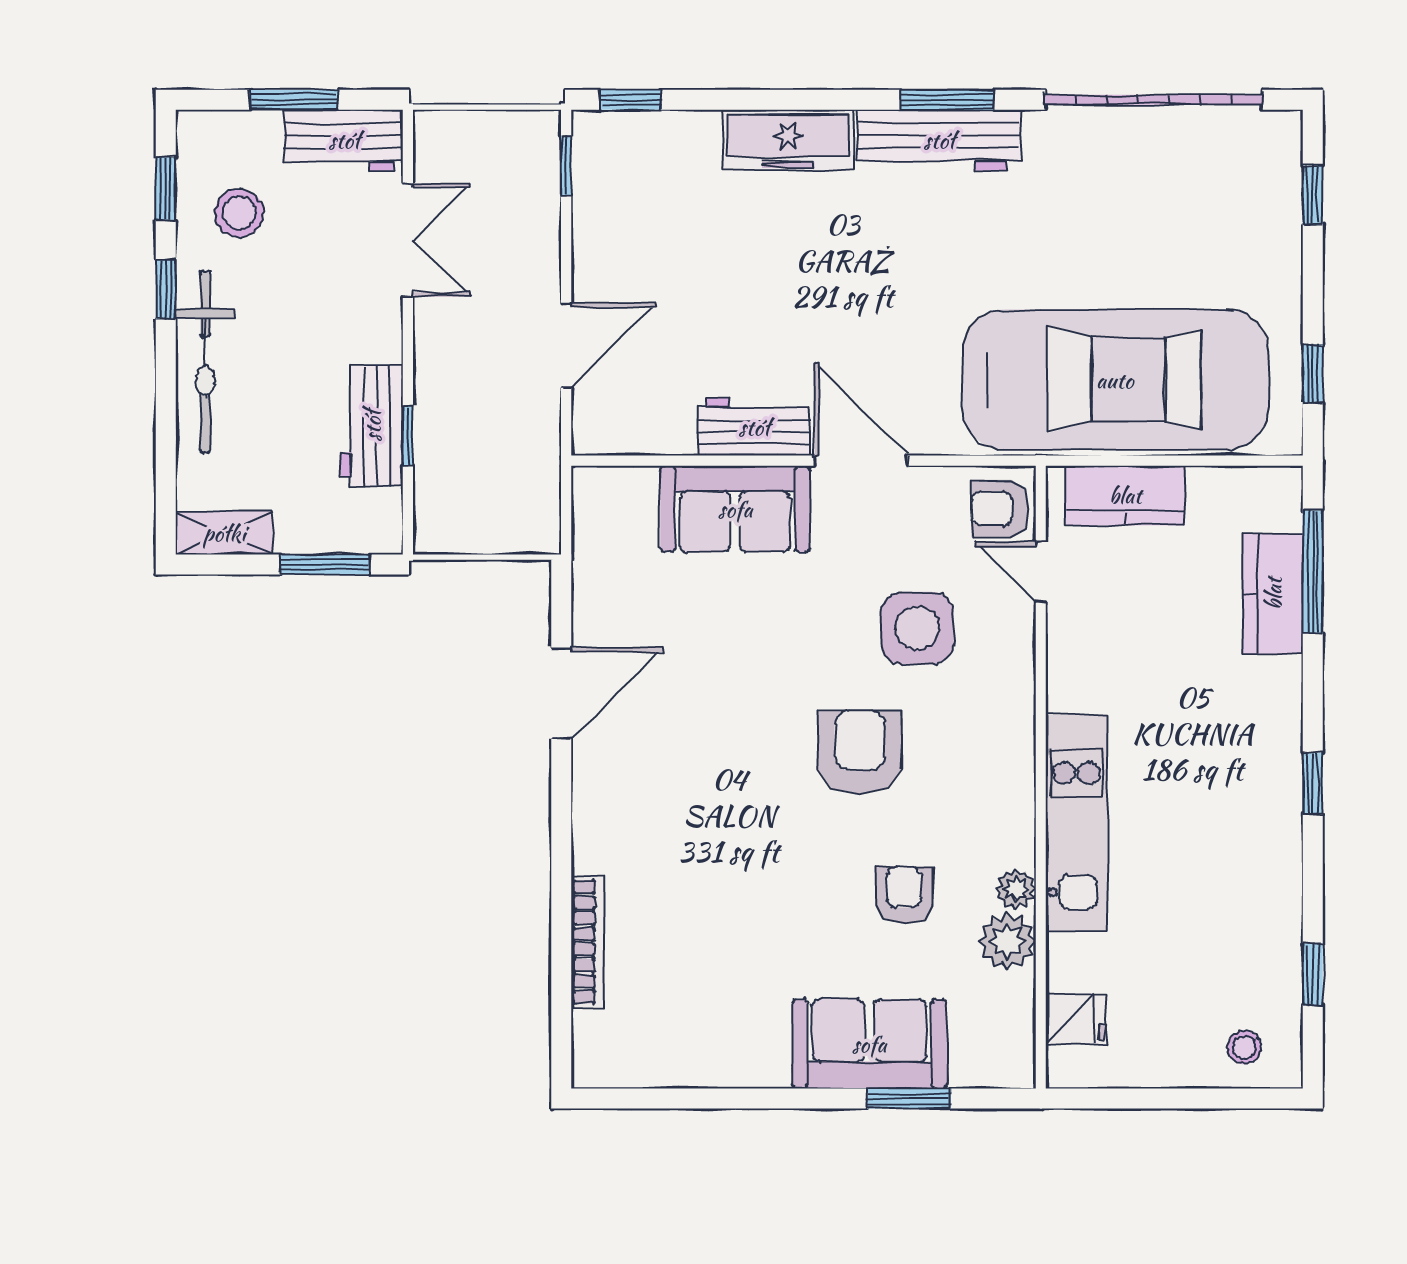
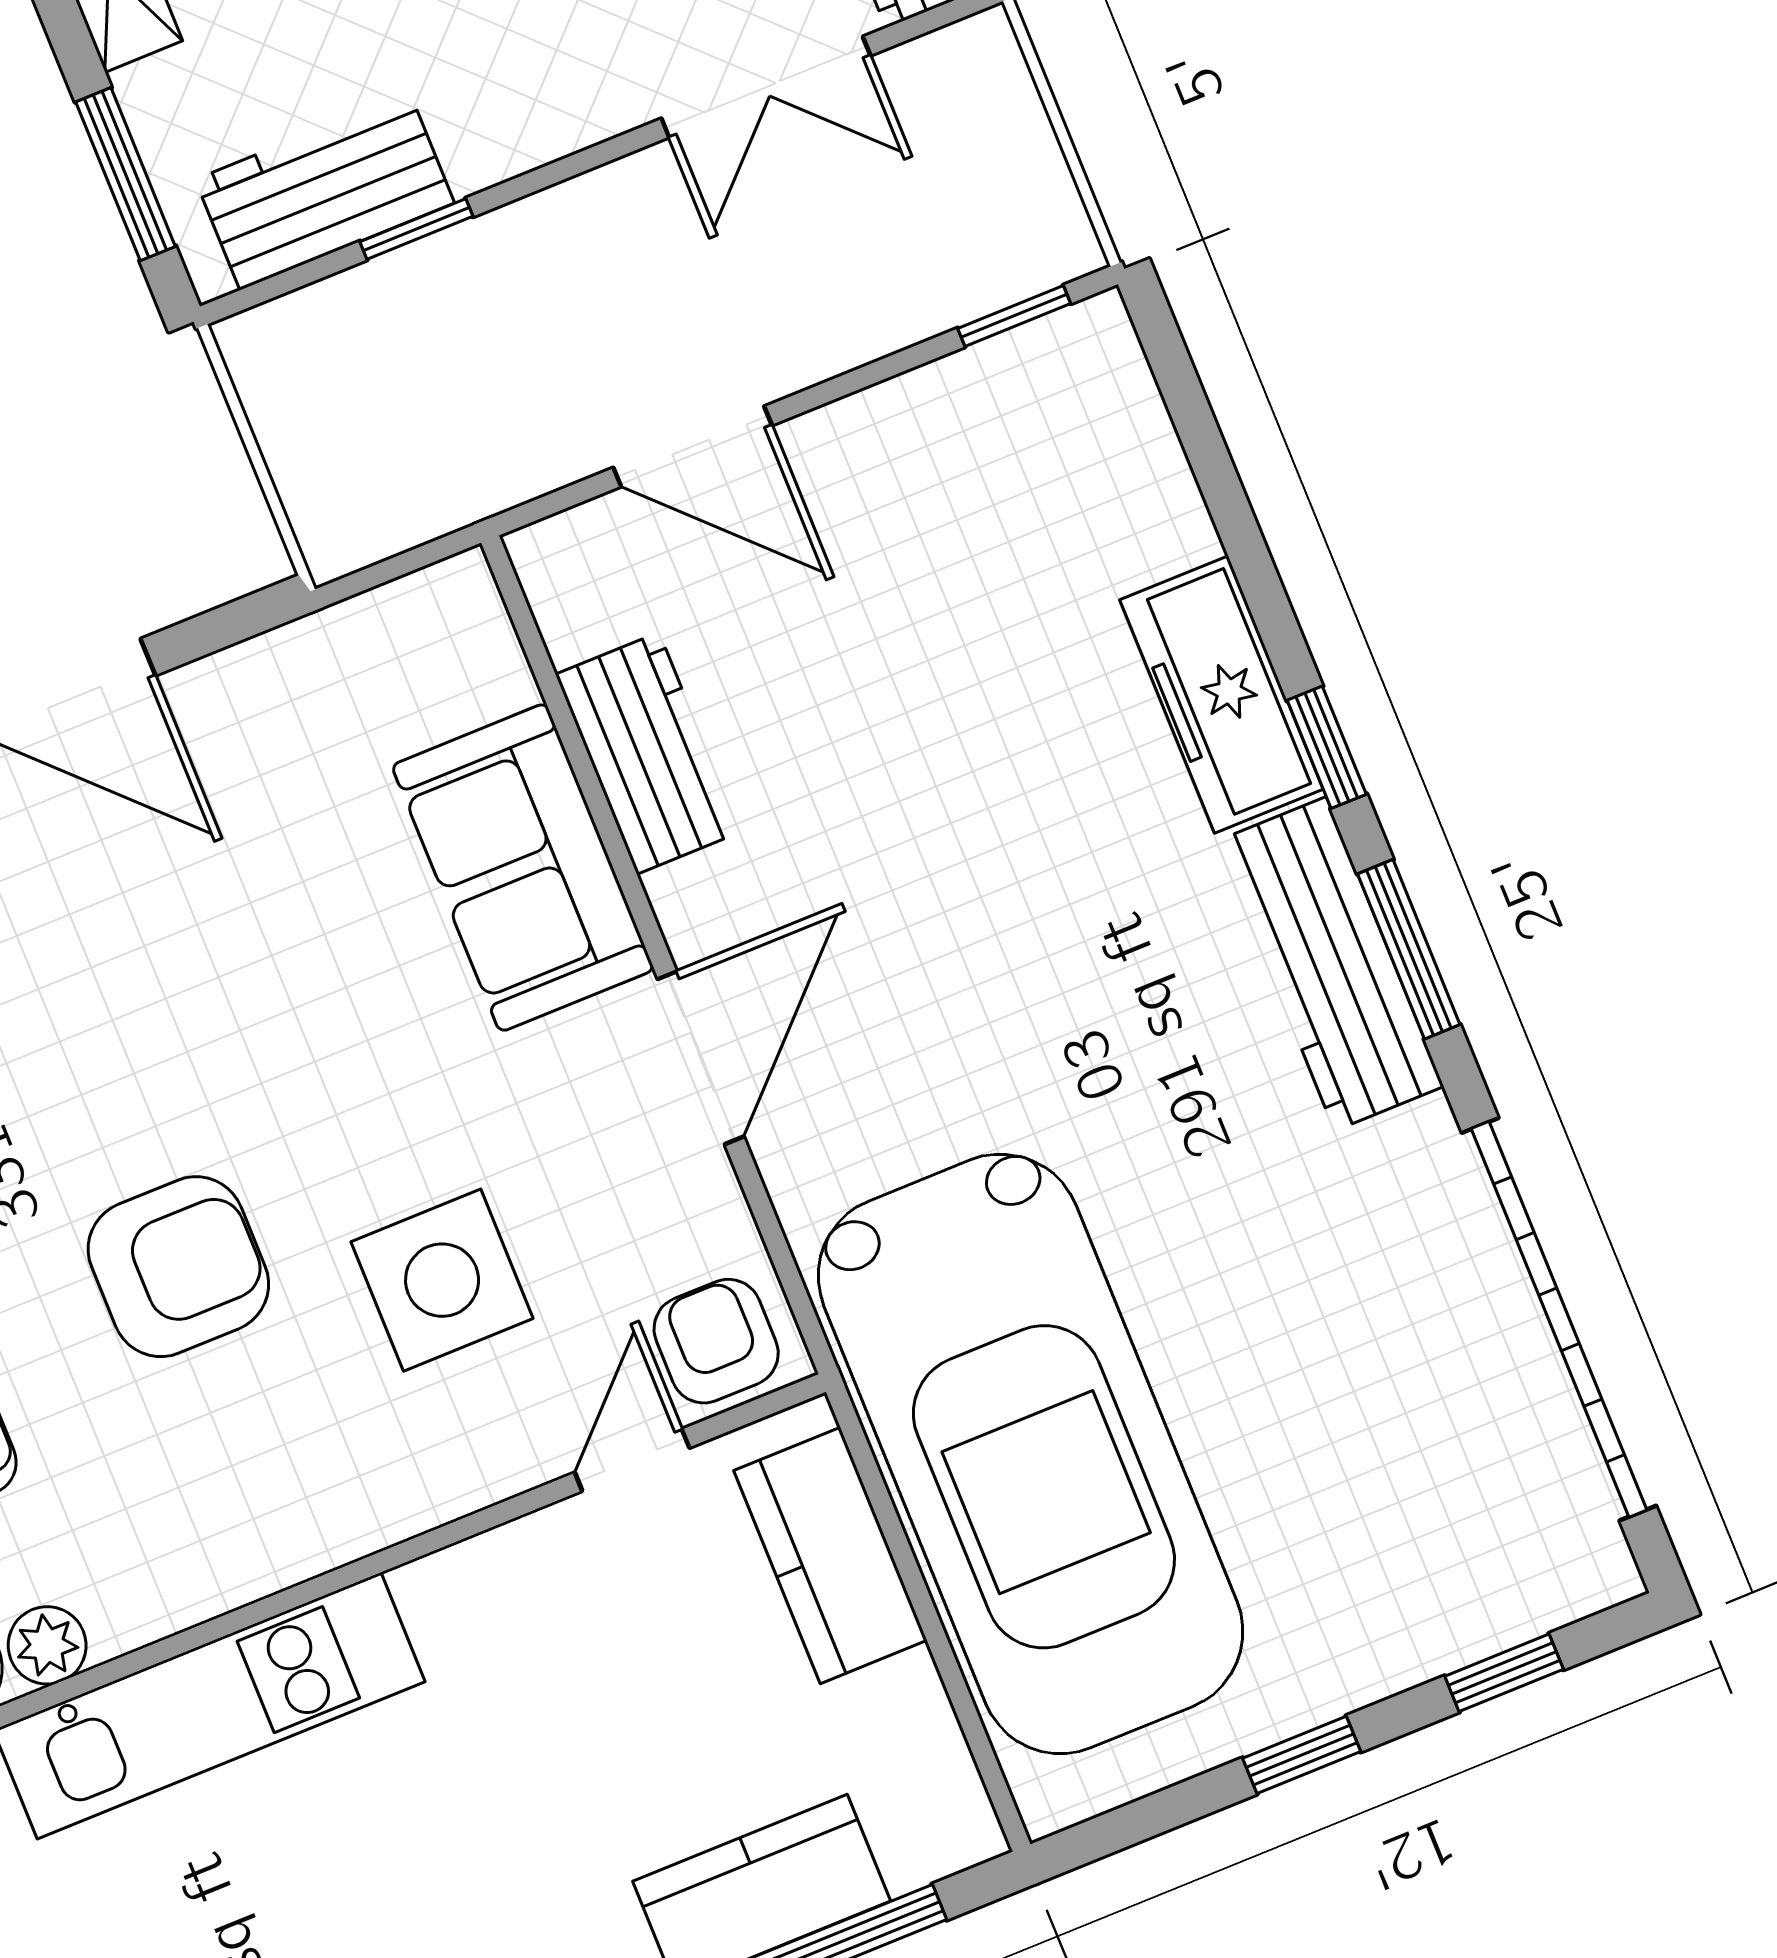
window: (631, 100) -> (1327, 747), moved
window: (1313, 374) -> (1302, 1755), moved
workbench: (372, 426) -> (325, 191), moved
workbench: (754, 427) -> (648, 753), moved

